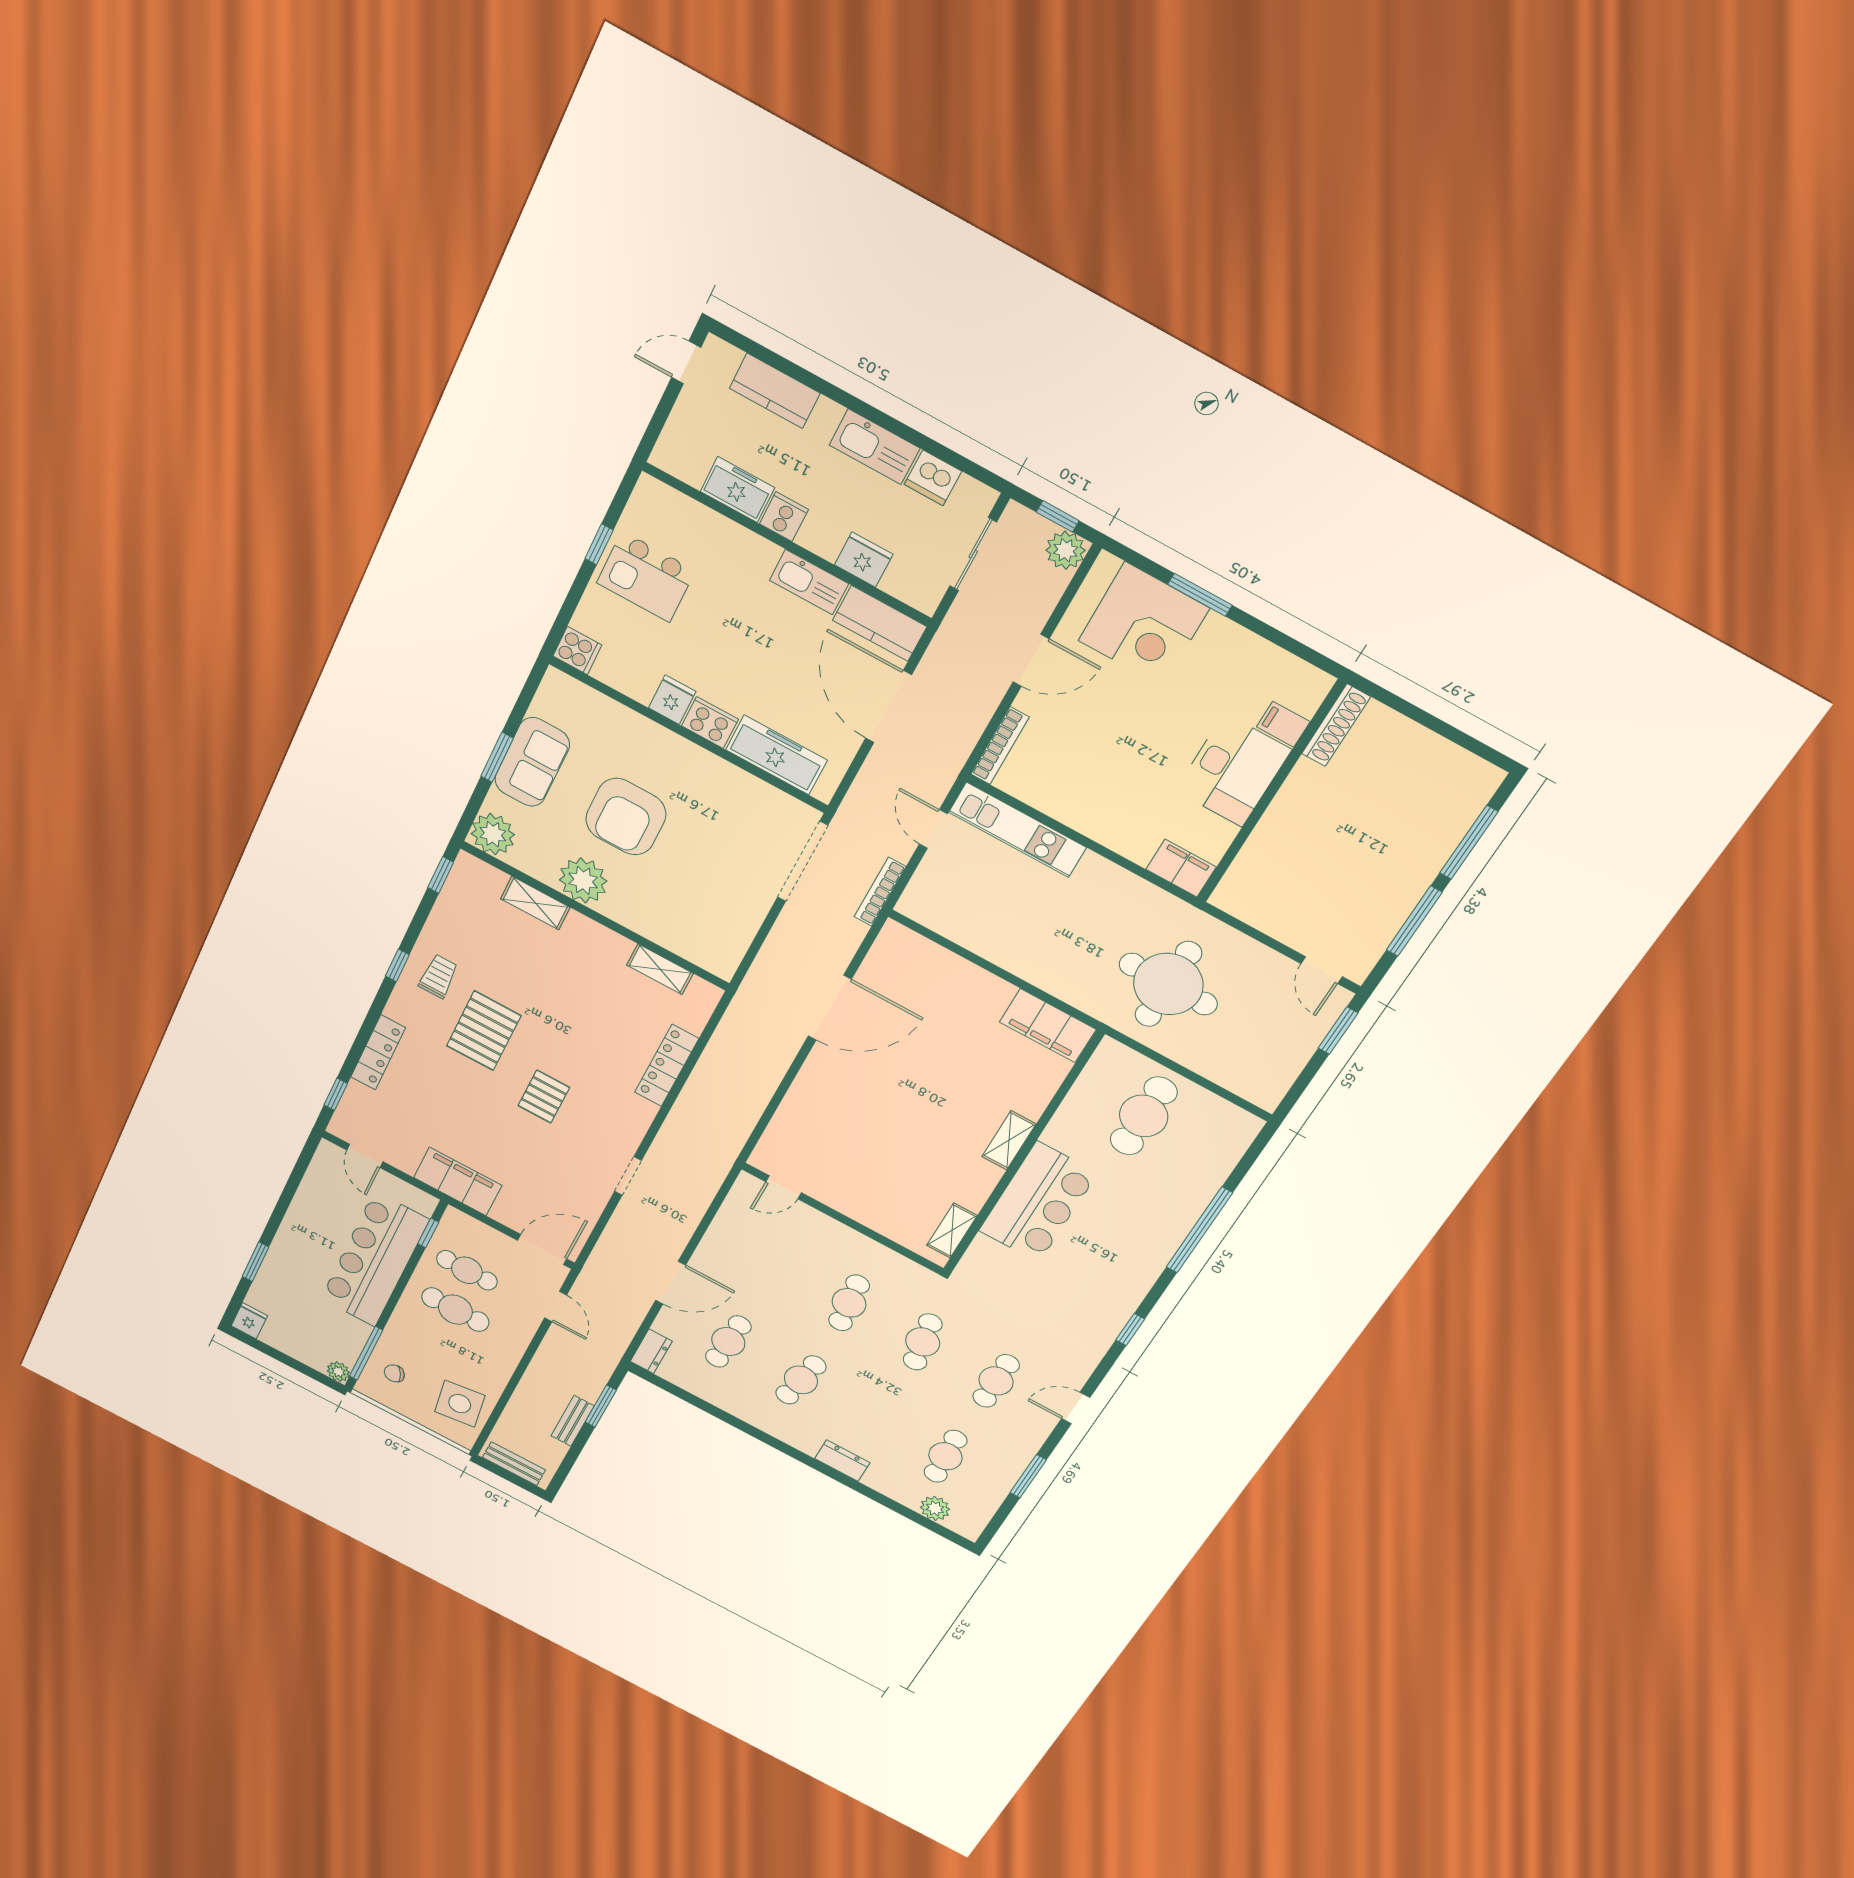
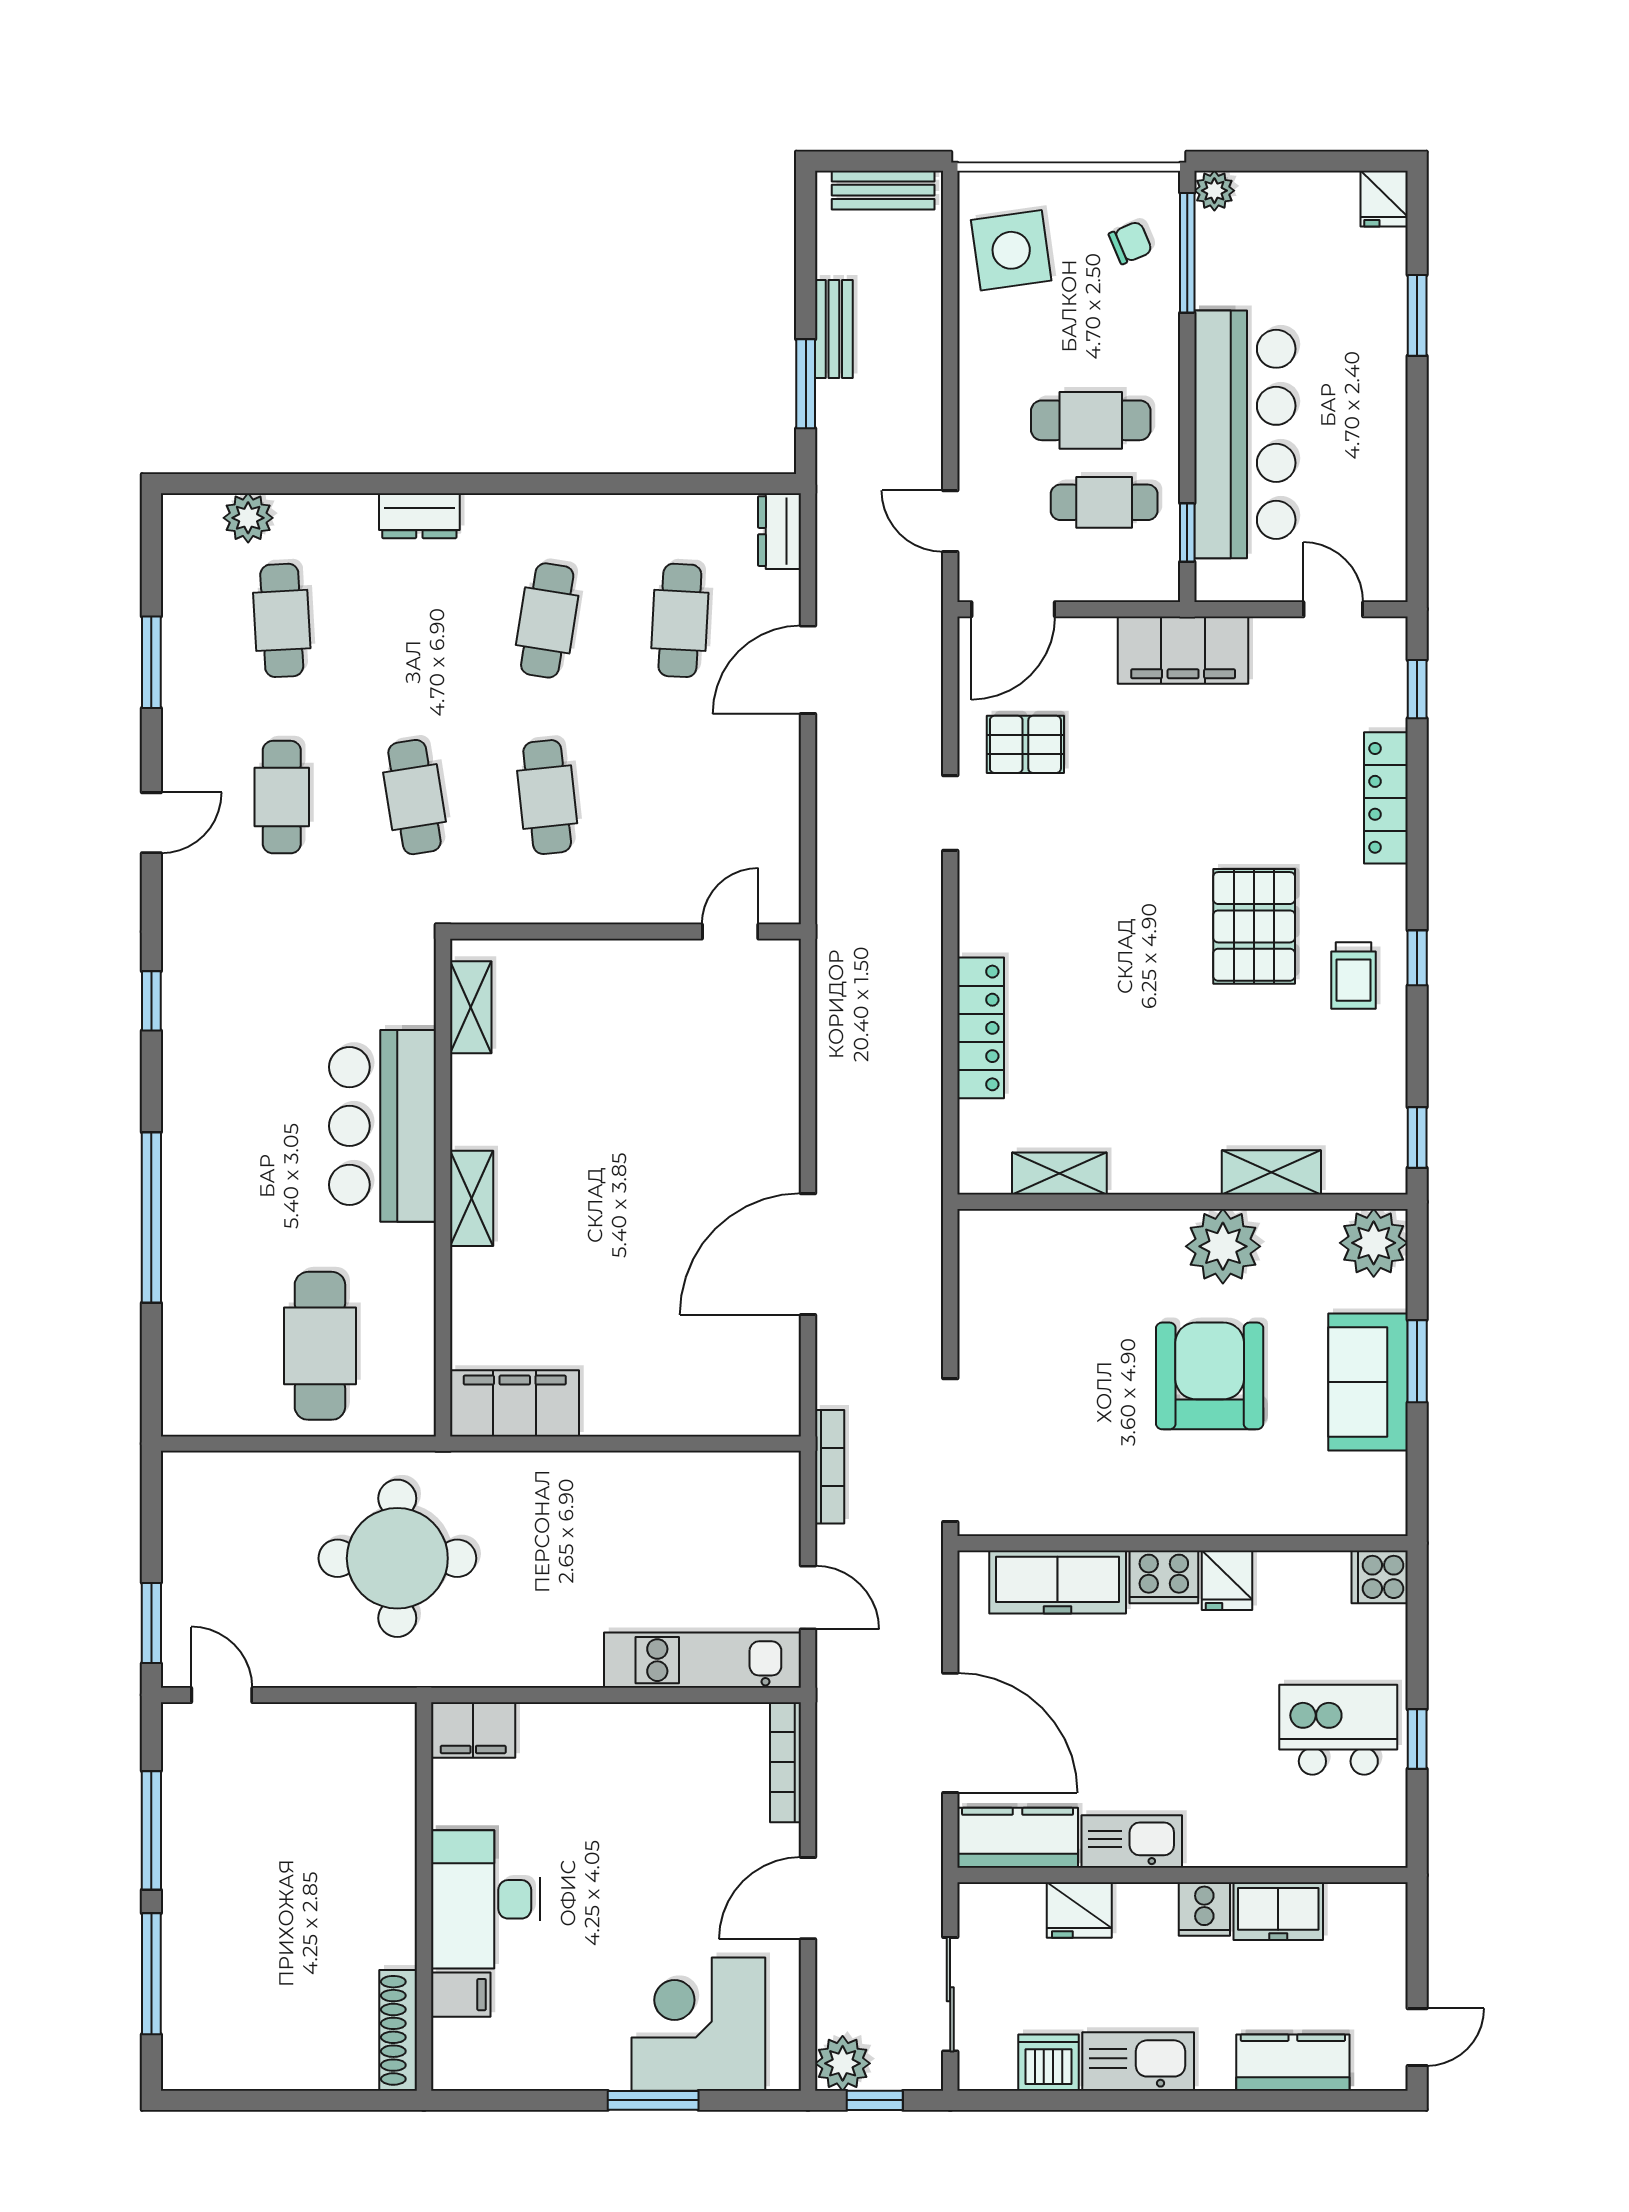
pallet: (544, 1097) -> (1025, 744), moved, turned 90

